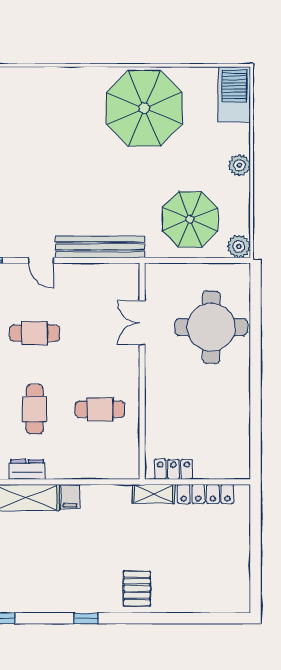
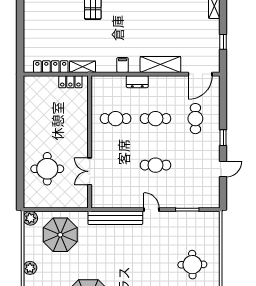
double door: (142, 323) -> (90, 171), swing flipped
round table: (211, 327) -> (47, 169), width x0.73, depth x0.73
cafe table: (35, 409) -> (155, 119), turned 90
dresser: (27, 469) -> (137, 82), moved
filing cabinet: (70, 497) -> (123, 65), moved

